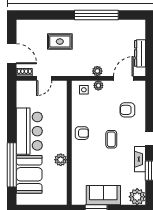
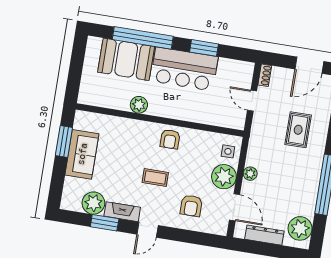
plant: (131, 28) -> (300, 228), added
door: (12, 54) -> (309, 65), moved
plant: (98, 85) -> (224, 177), width x1.88, depth x1.88
armchair: (127, 110) -> (191, 206), turned 180
window: (12, 119) -> (204, 48), added
plant: (137, 197) -> (93, 203), moved

